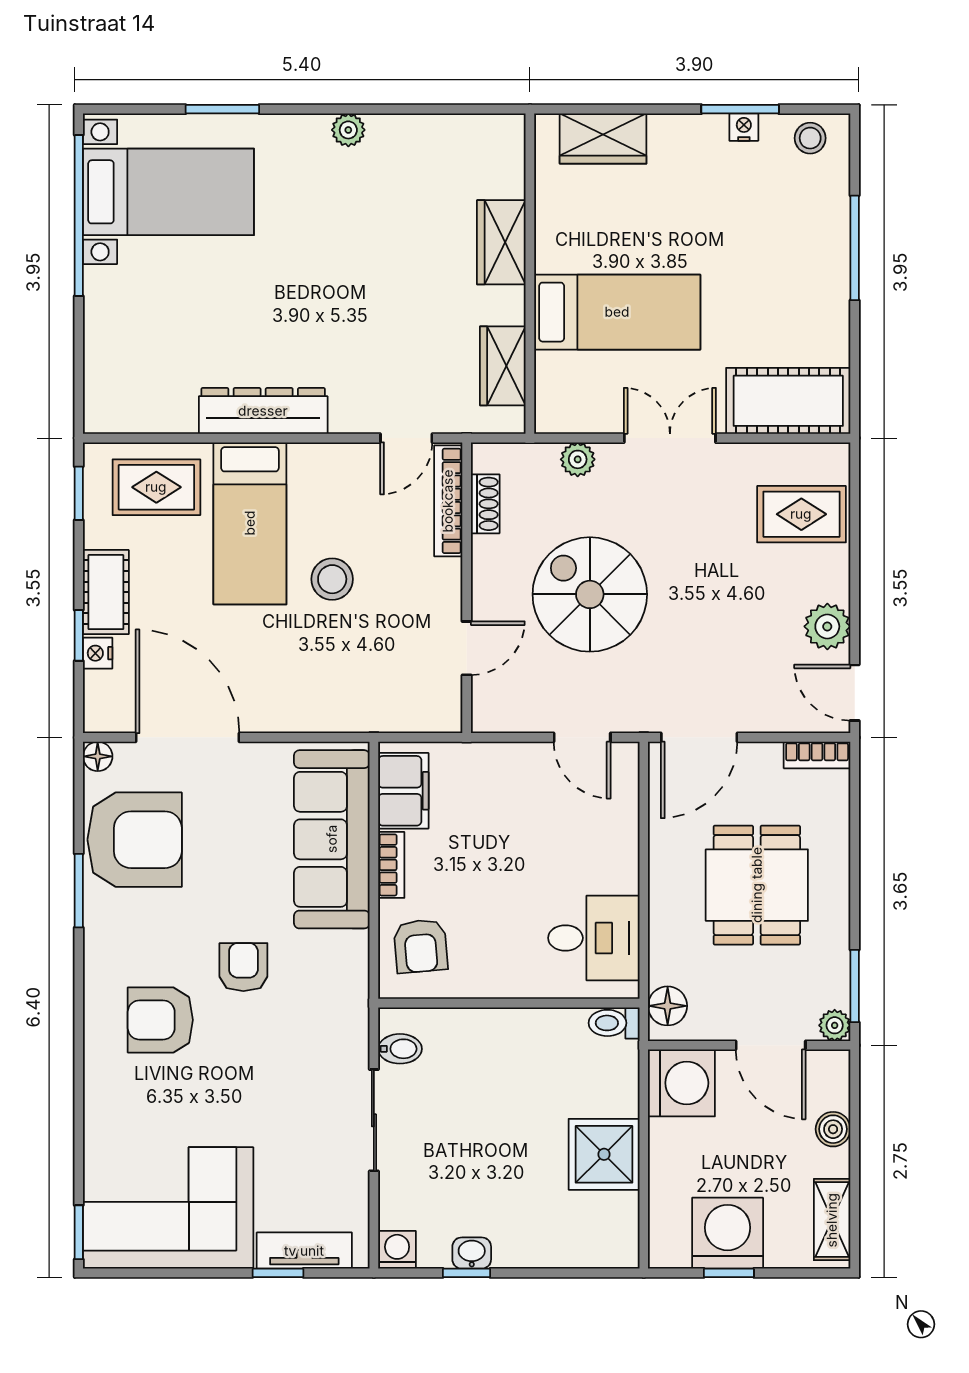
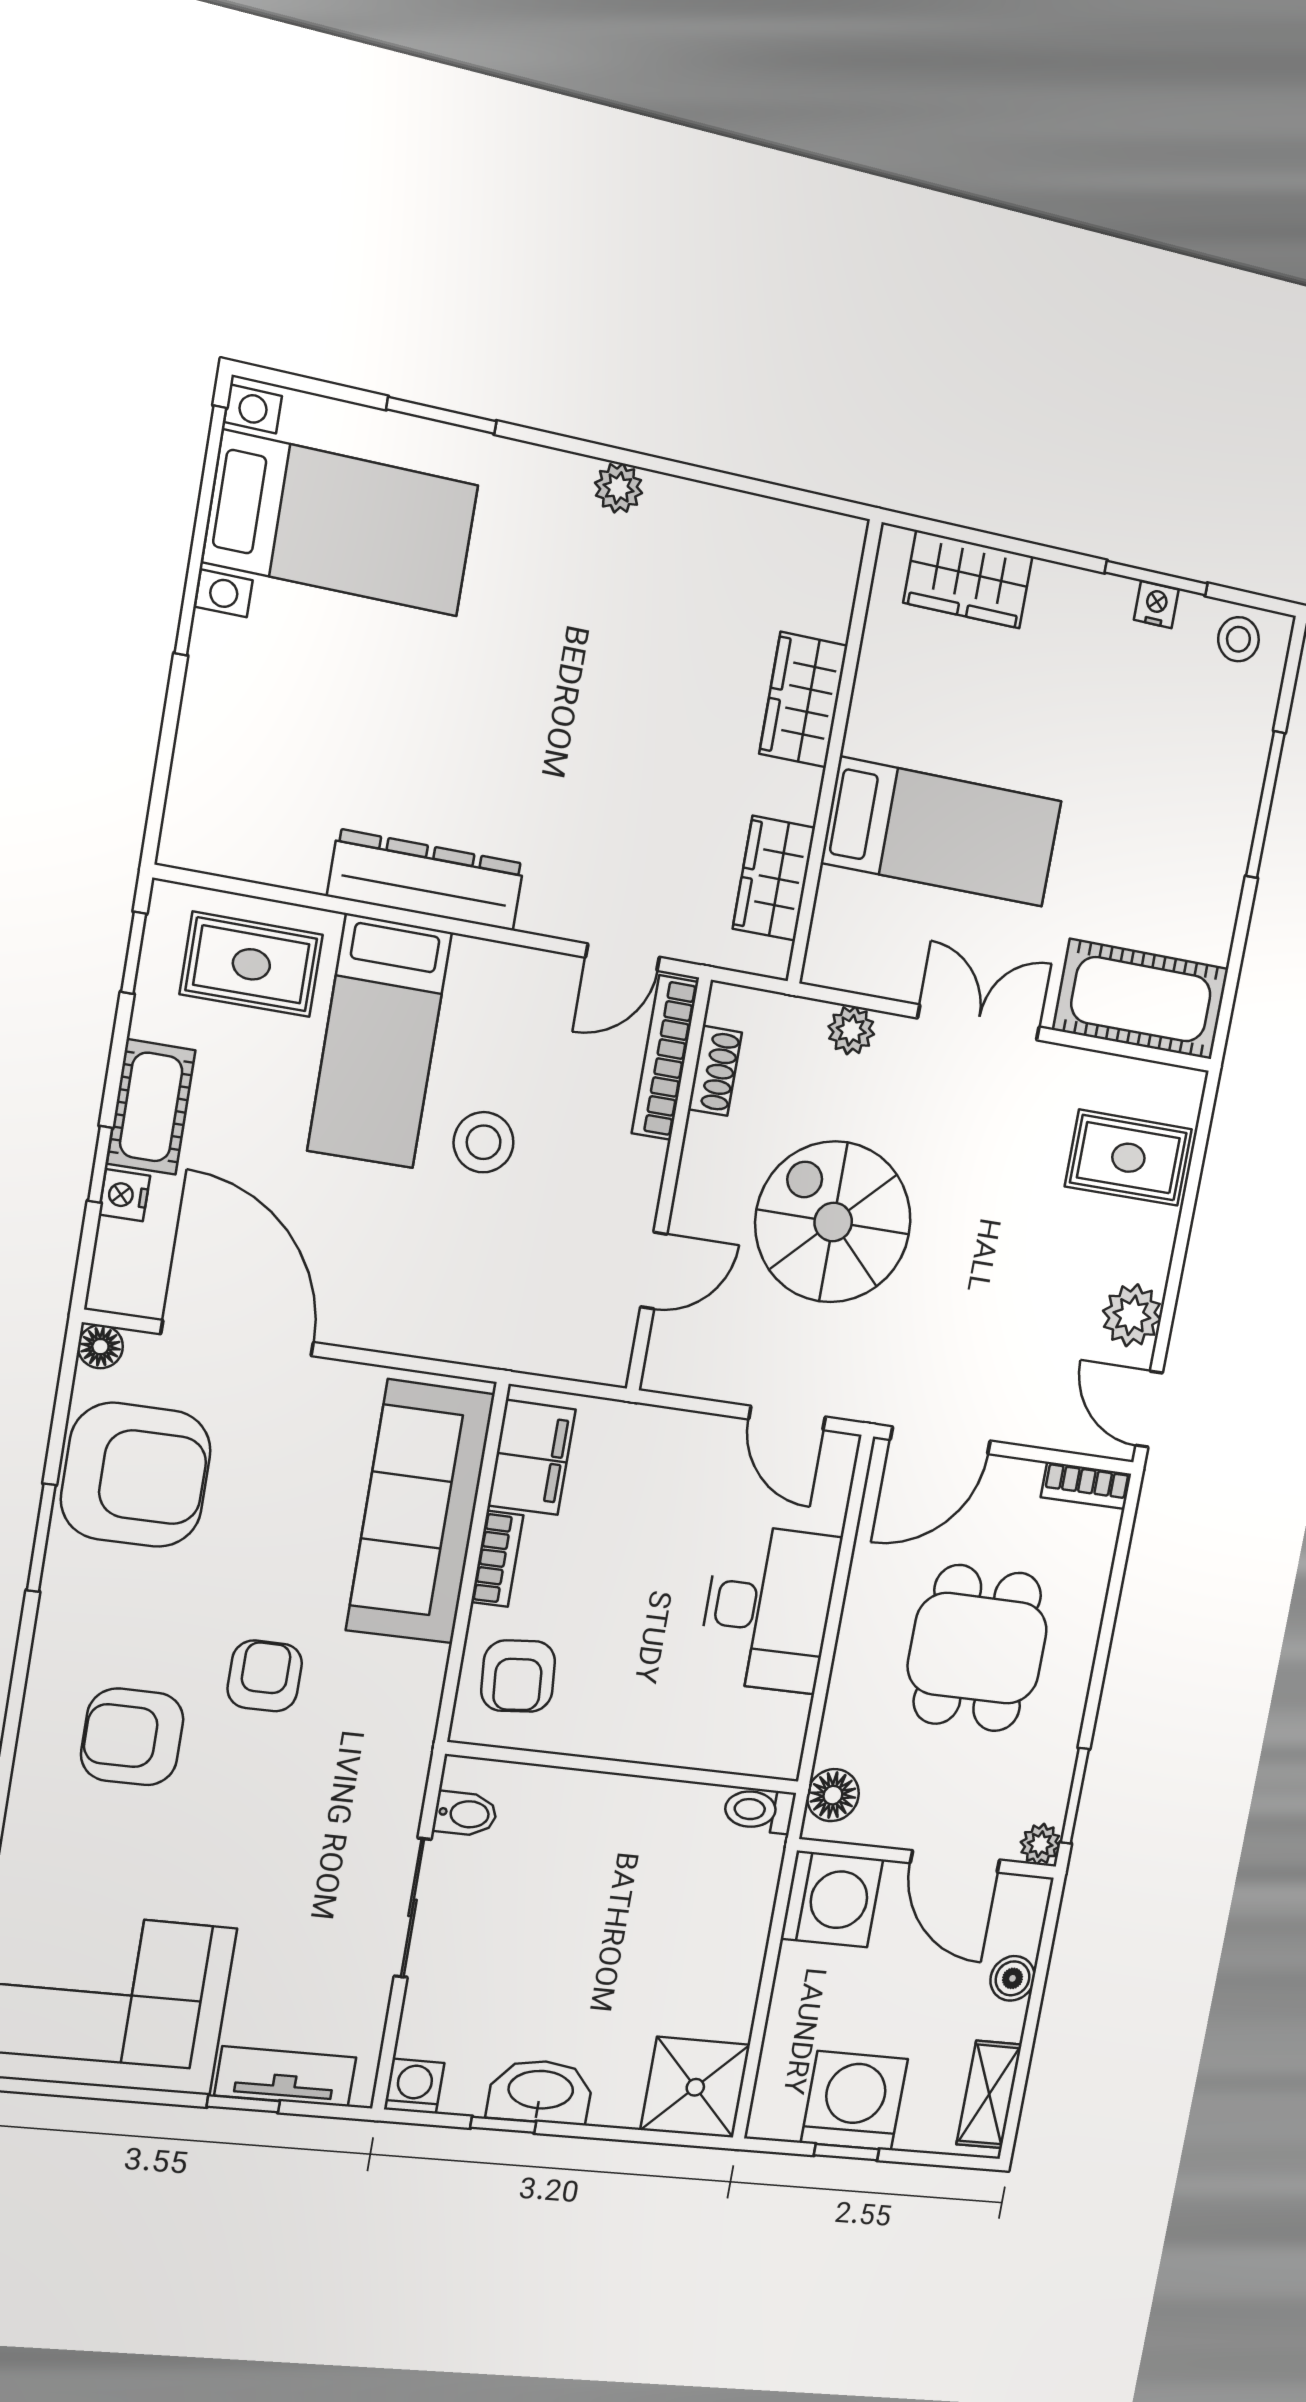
desk: (594, 938) -> (769, 1608), moved, width x1.37
shower: (604, 1154) -> (695, 2087), moved
washbasin: (472, 1253) -> (540, 2091), width x1.91, depth x1.45

